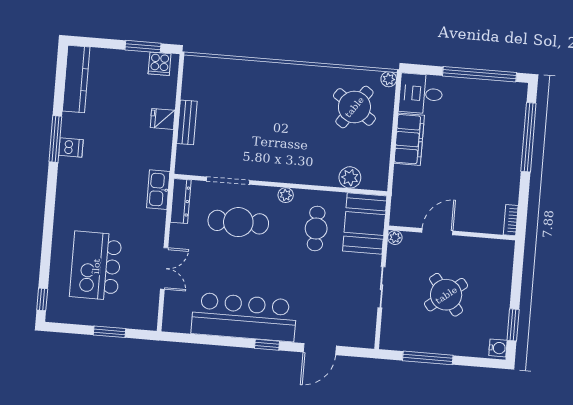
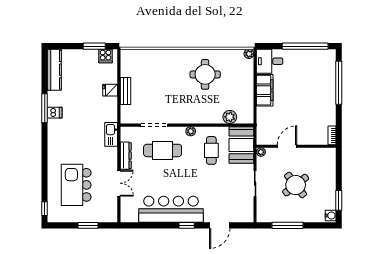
round table: (354, 107) -> (205, 74), moved, turned -35
dresser: (181, 201) -> (126, 156), moved

